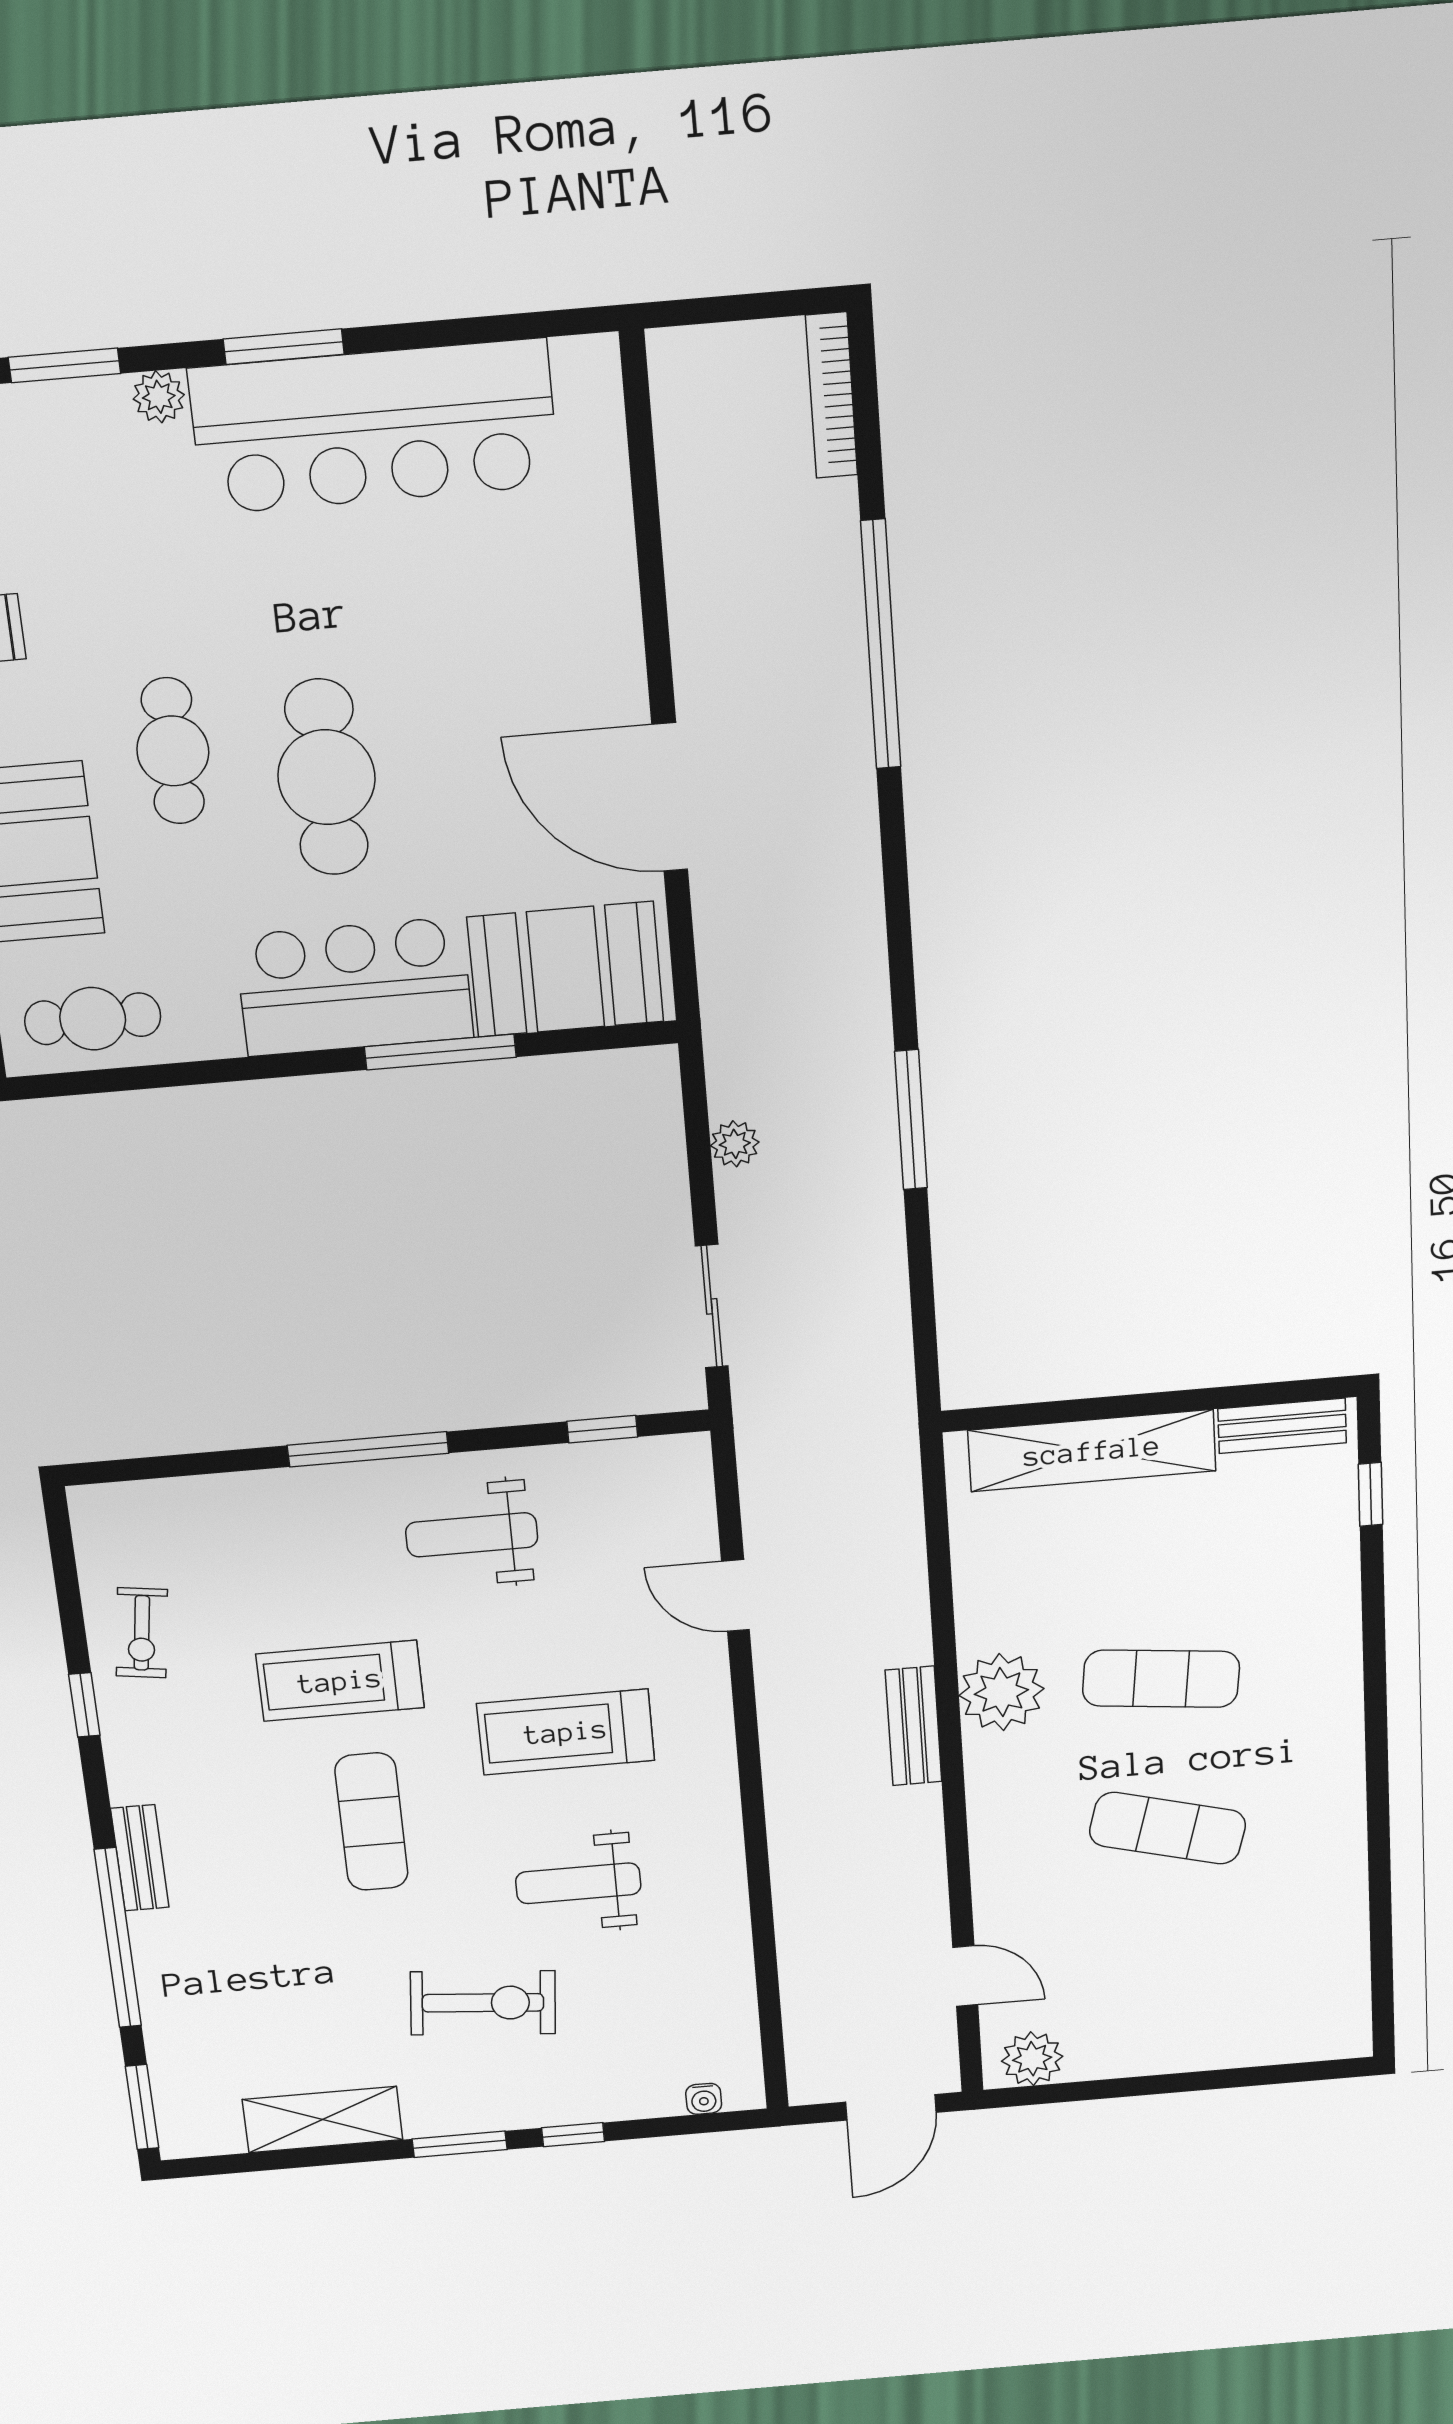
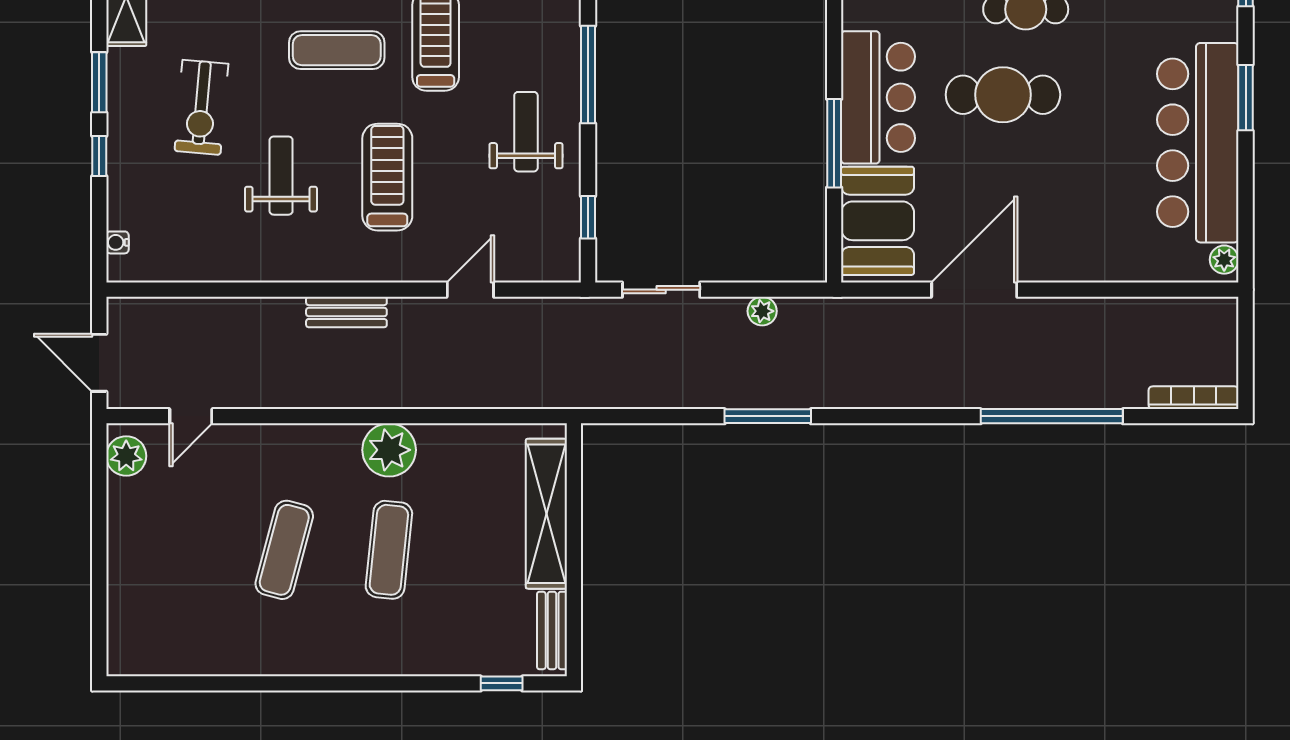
plant: (159, 397) -> (1224, 260), moved
bench: (914, 1726) -> (346, 312), moved

